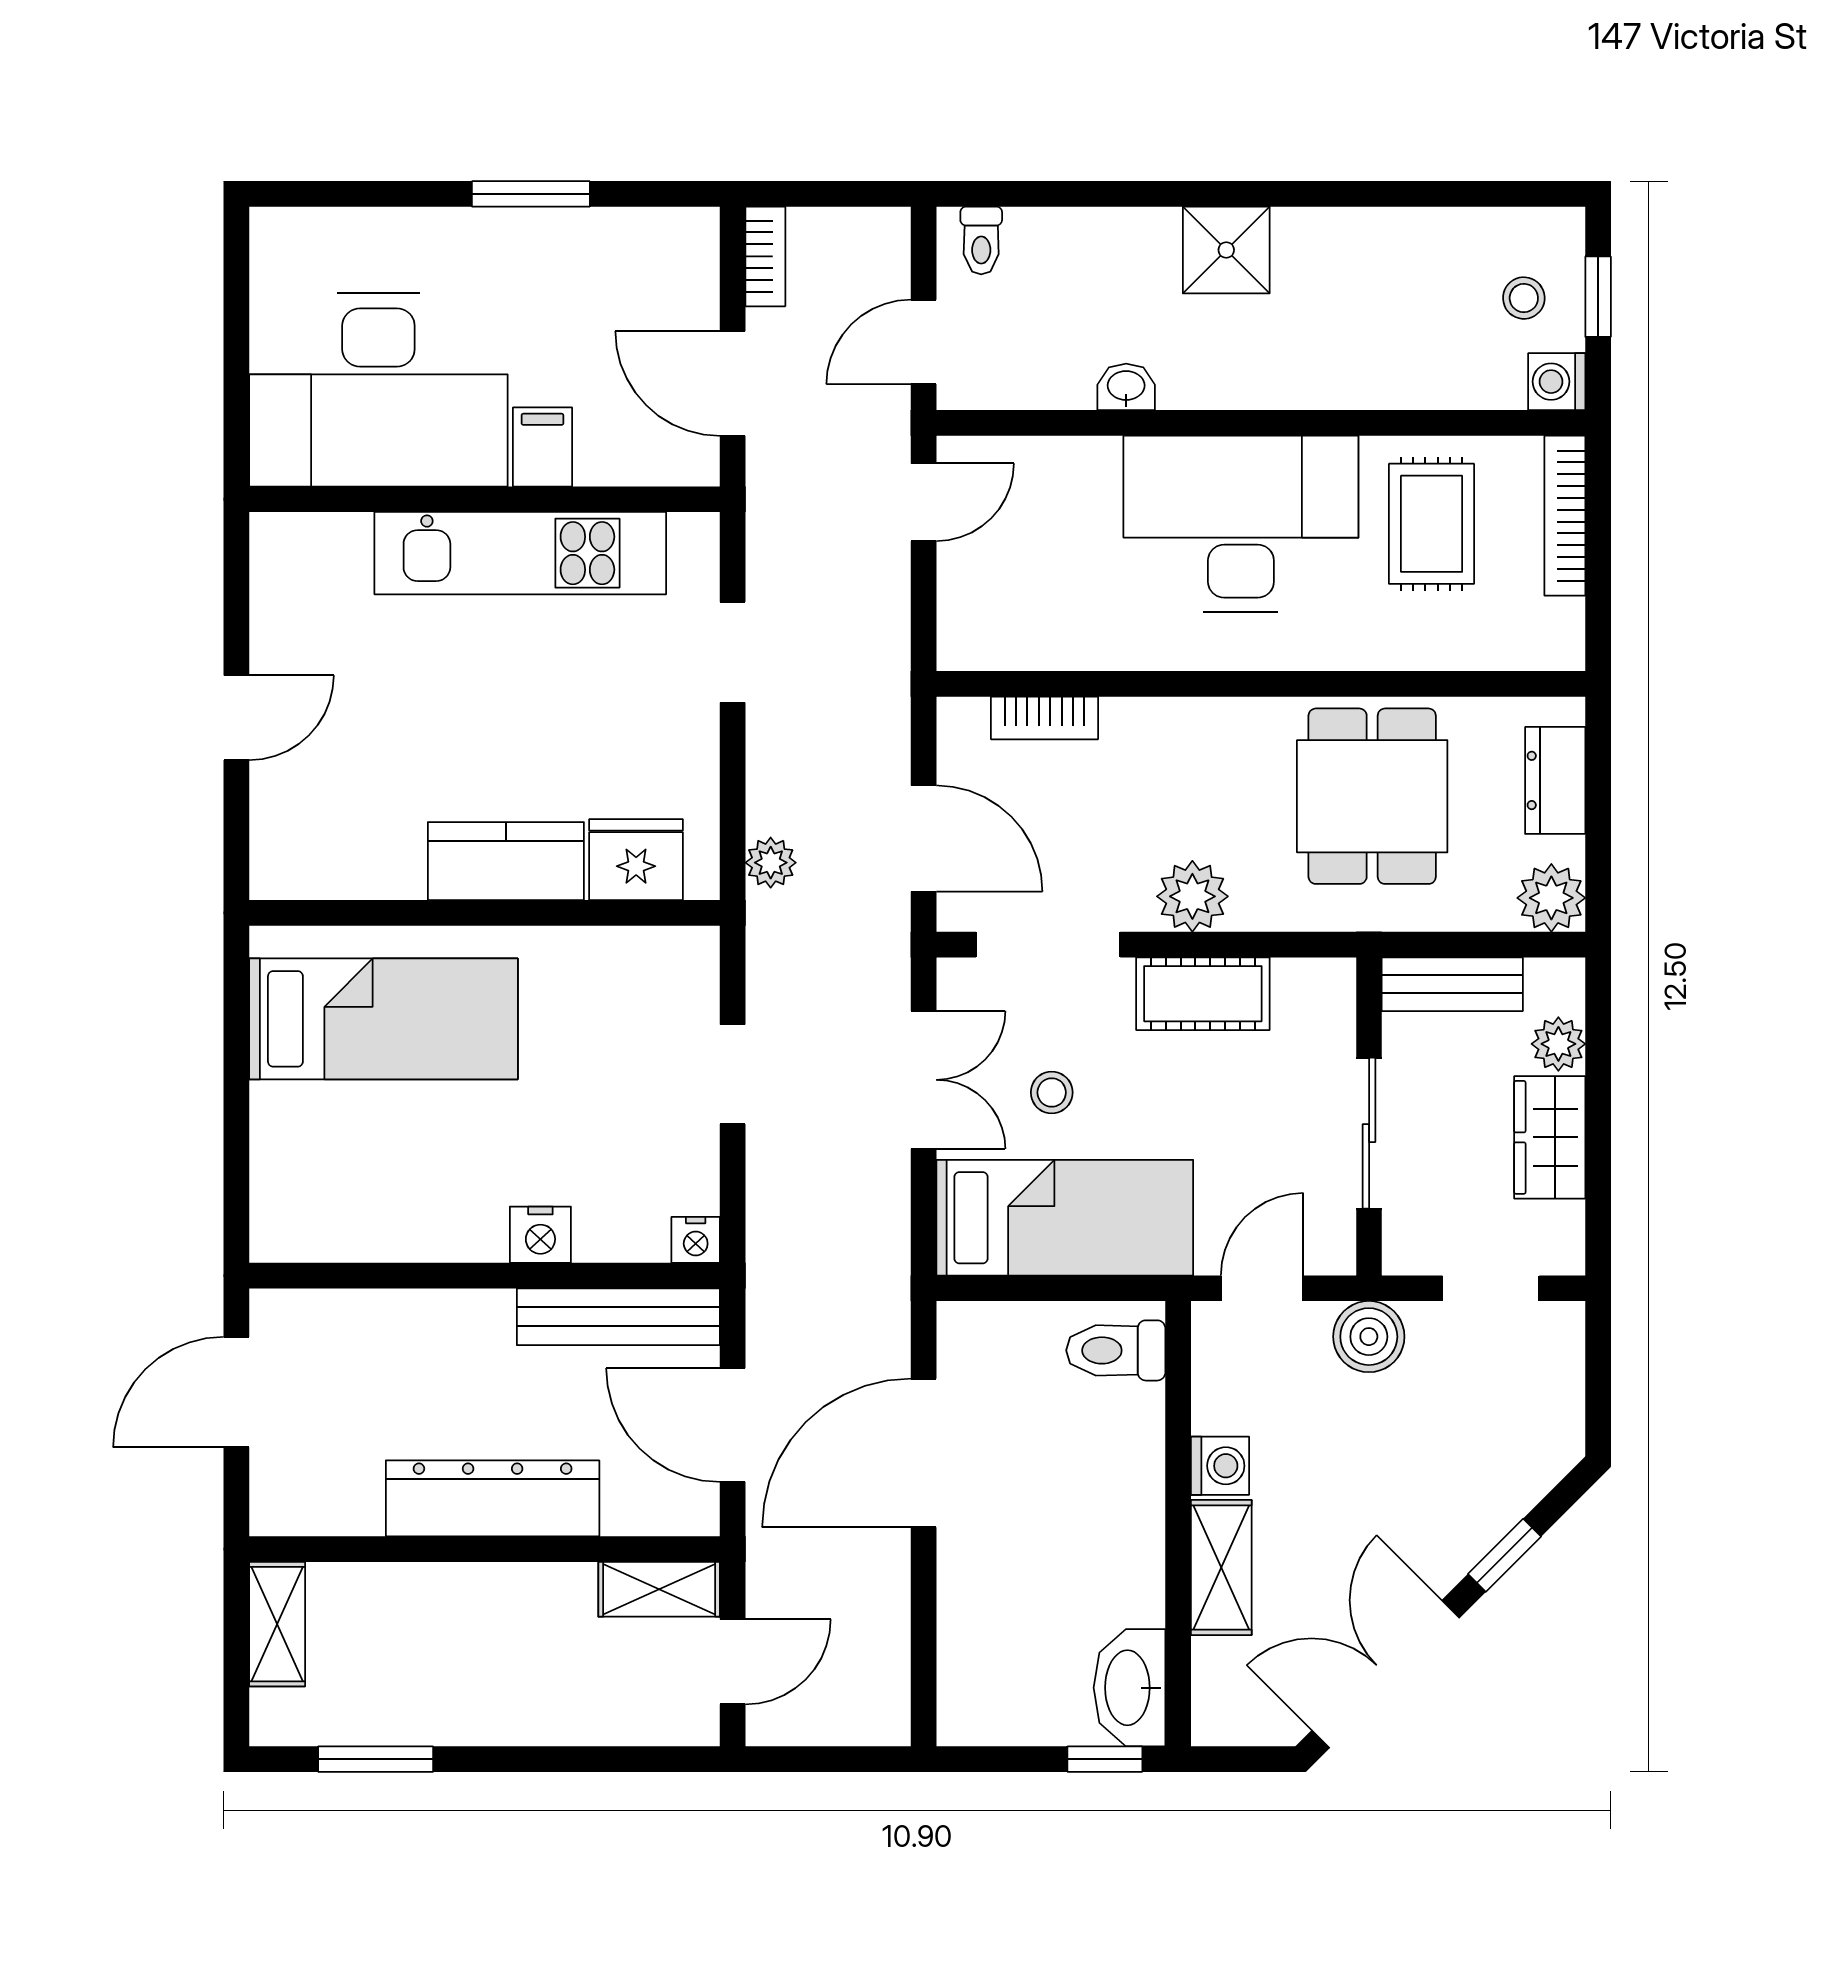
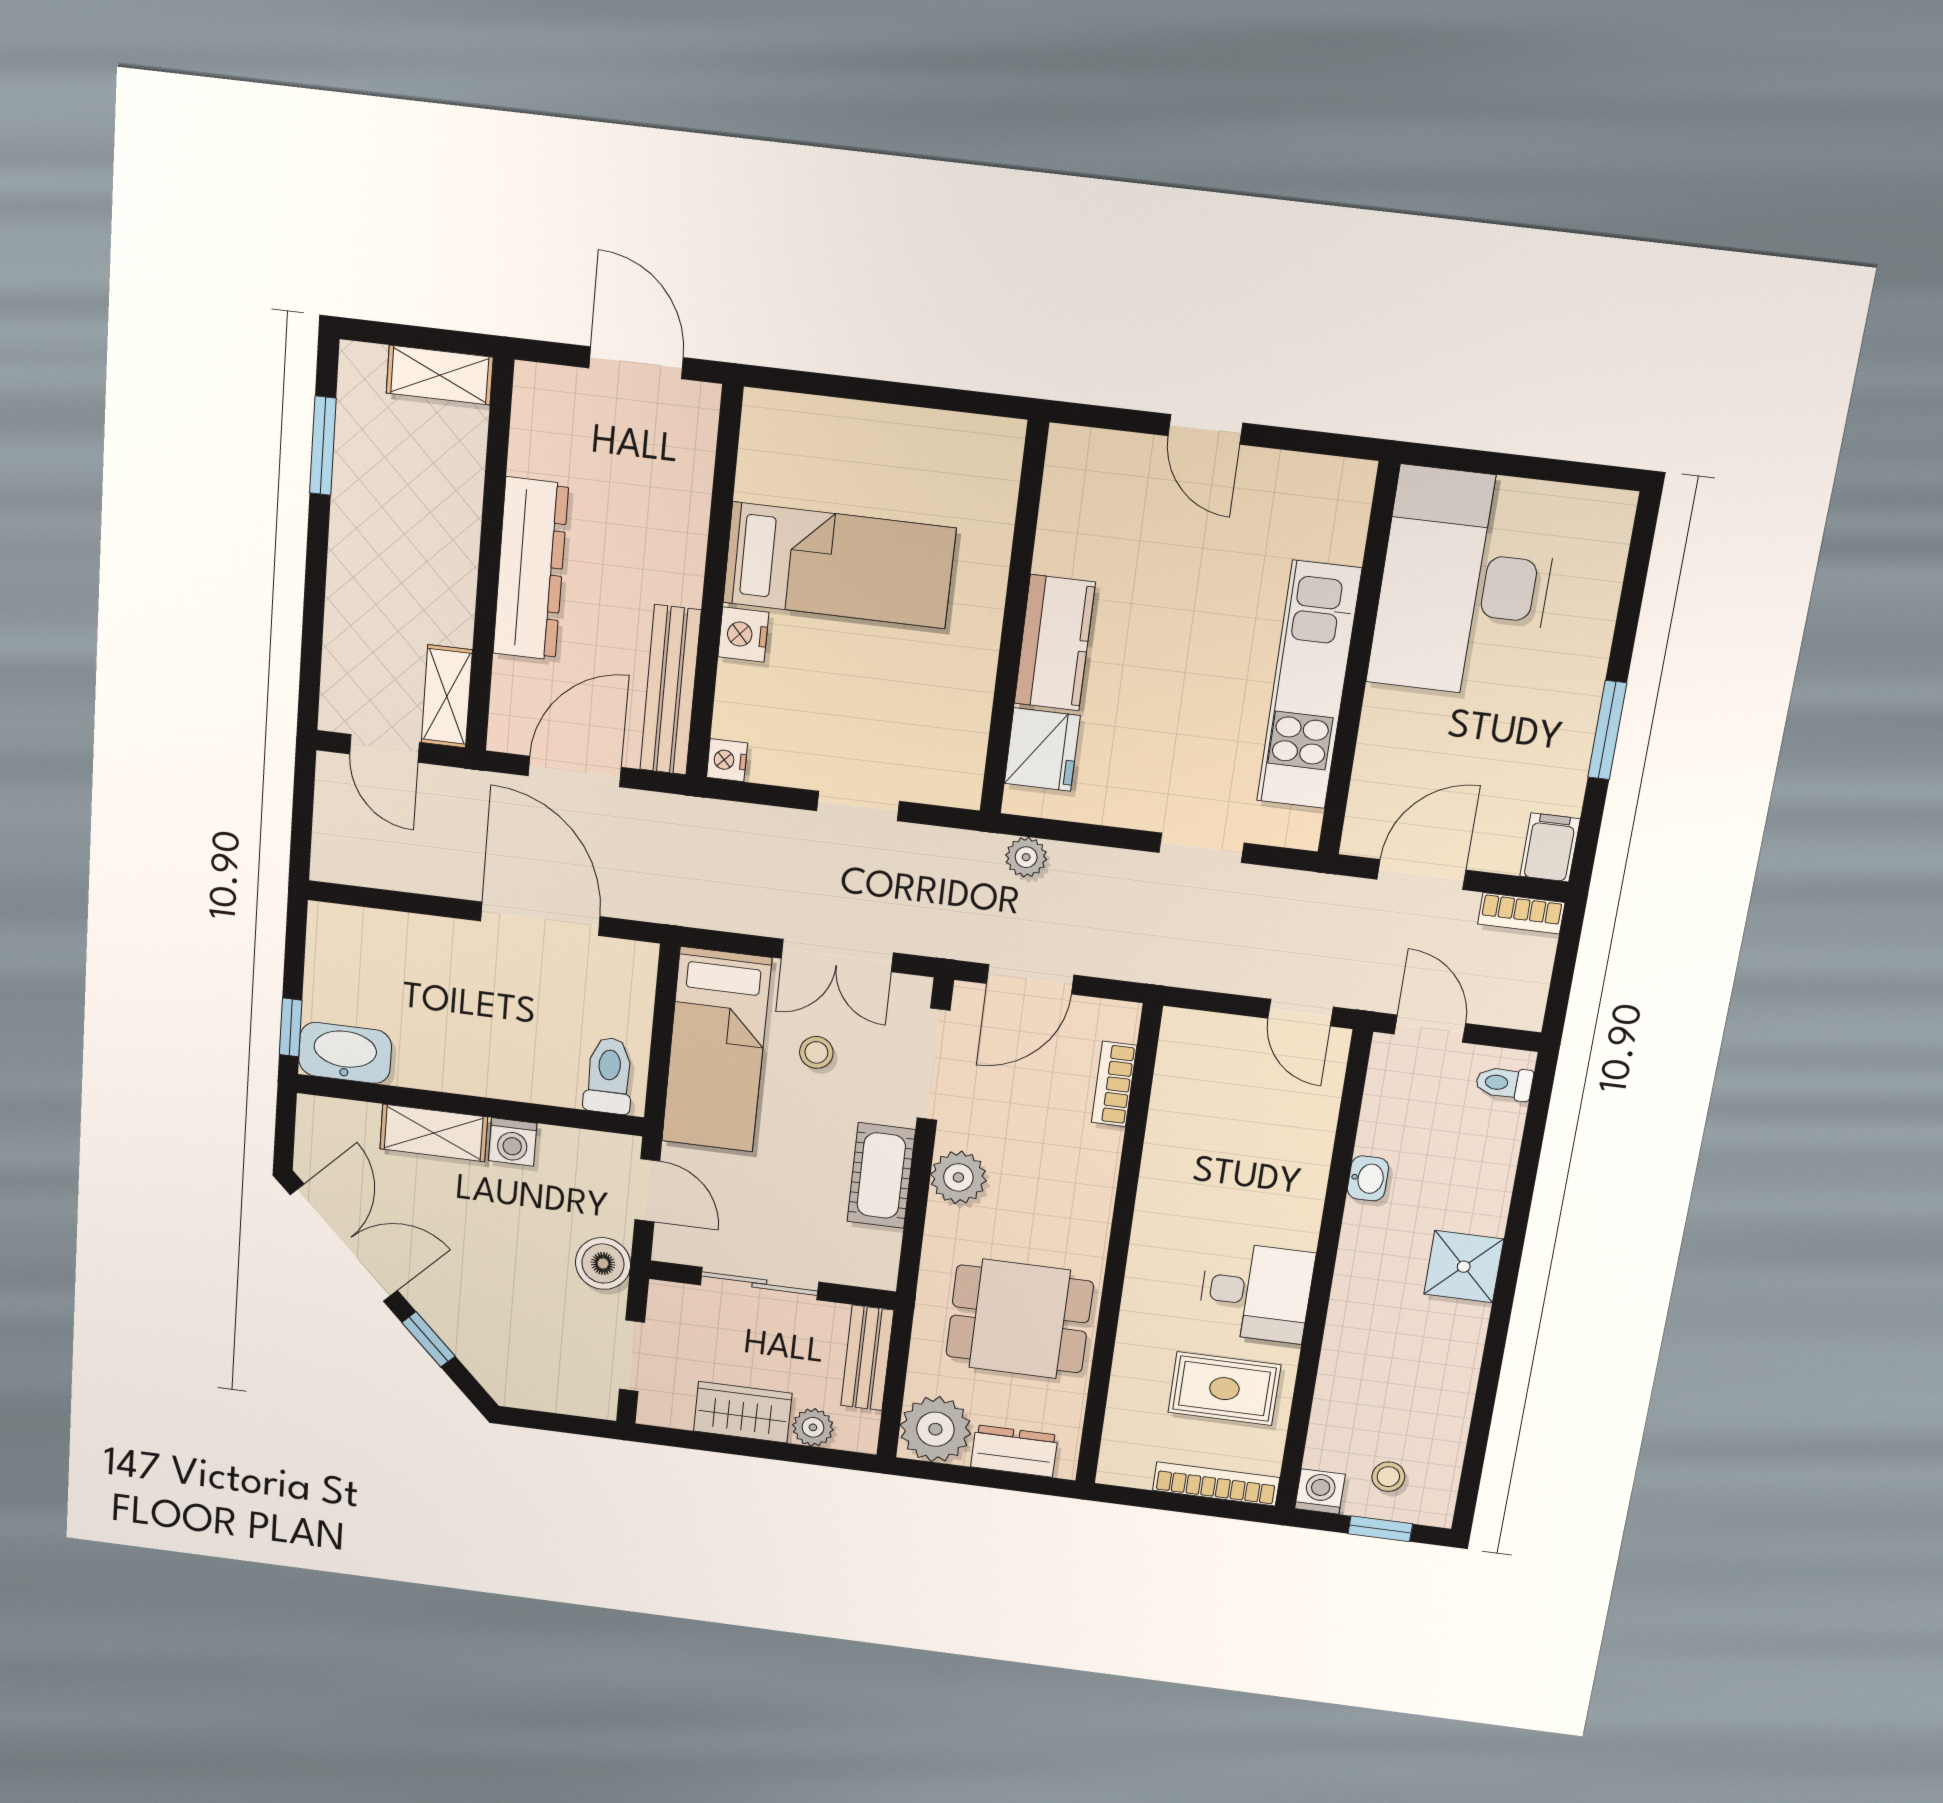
filing cabinet: (542, 447) -> (1550, 847), moved, turned -90
desk: (1241, 524) -> (1256, 1292), width x0.53, depth x0.77
plant: (1551, 898) -> (935, 1429), width x1.36, depth x1.36
bed: (383, 1019) -> (839, 565), moved, turned -90

